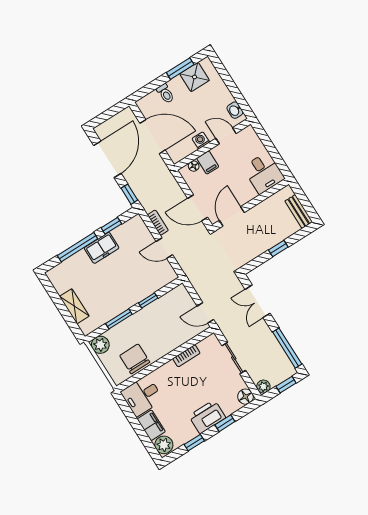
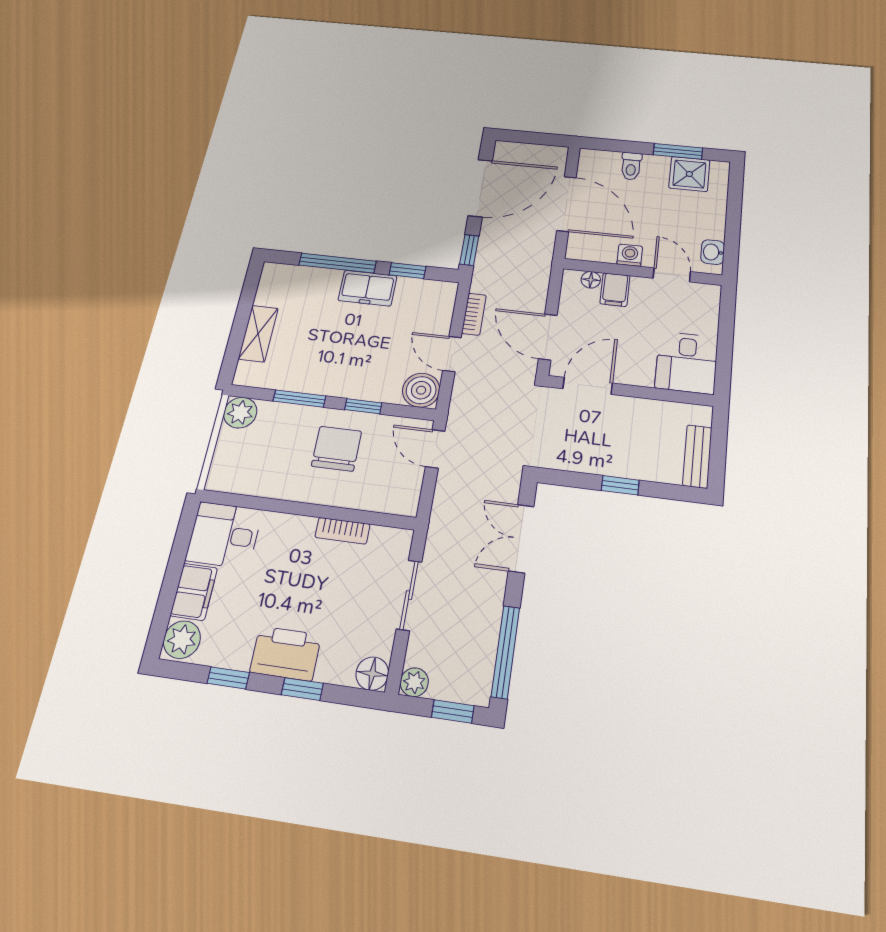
boiler: (166, 274) -> (421, 390), added
door: (205, 313) -> (435, 449), moved
chair: (135, 359) -> (337, 449), moved

